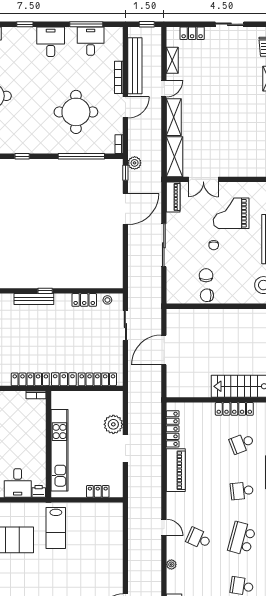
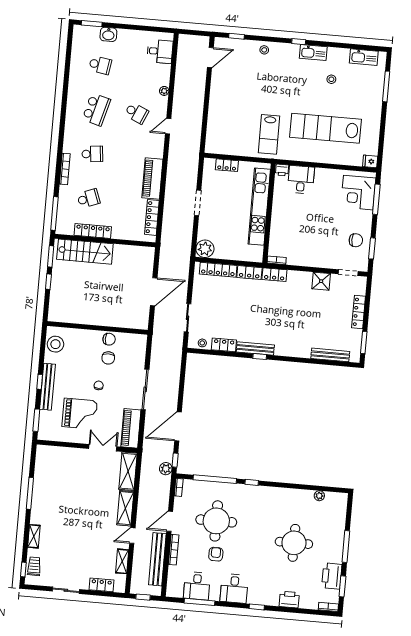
armchair: (73, 77) -> (216, 554), added
window: (22, 156) -> (252, 482), moved
piano: (173, 197) -> (131, 428), width x1.37, depth x1.33
bench: (34, 299) -> (255, 348), moved
locker: (30, 379) -> (274, 275), width x0.66
plant: (113, 424) -> (205, 249), moved
door: (164, 527) -> (168, 126), hinge flipped
lab bench: (56, 528) -> (269, 134), turned 180

